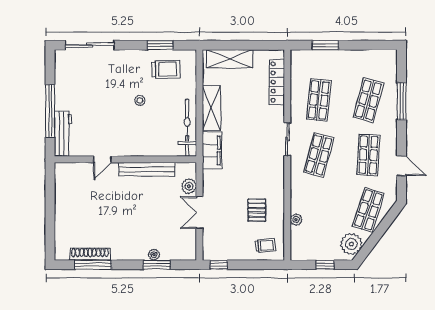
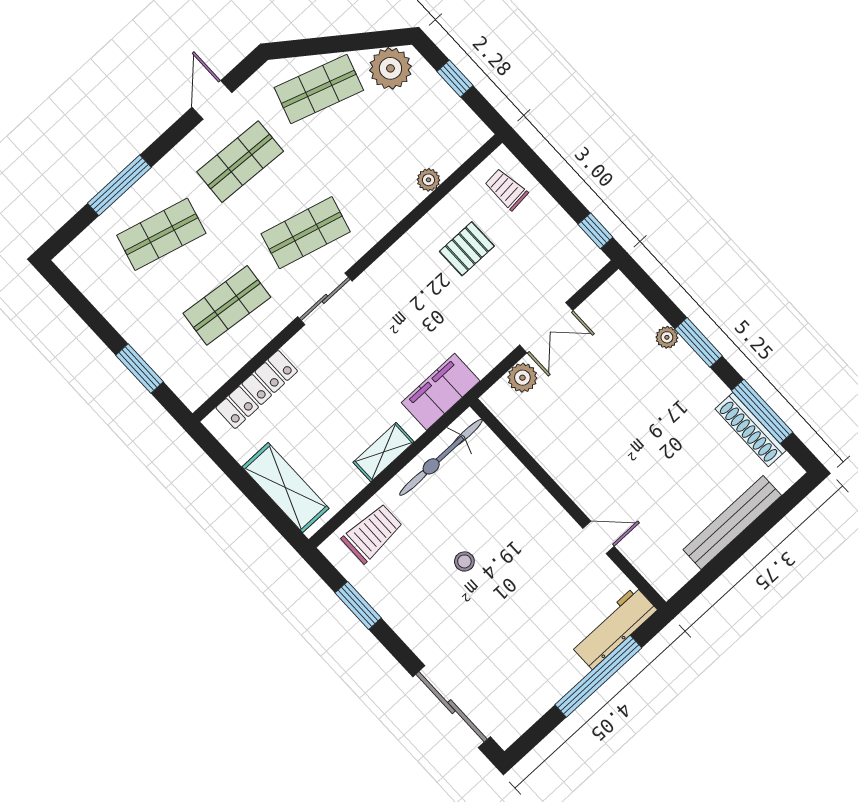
trolley: (166, 69) -> (372, 533), moved, turned 90
shelving: (211, 108) -> (384, 452), width x0.67, depth x0.75
bench: (147, 169) -> (732, 523), moved, turned 90
window: (157, 265) -> (698, 342), moved

